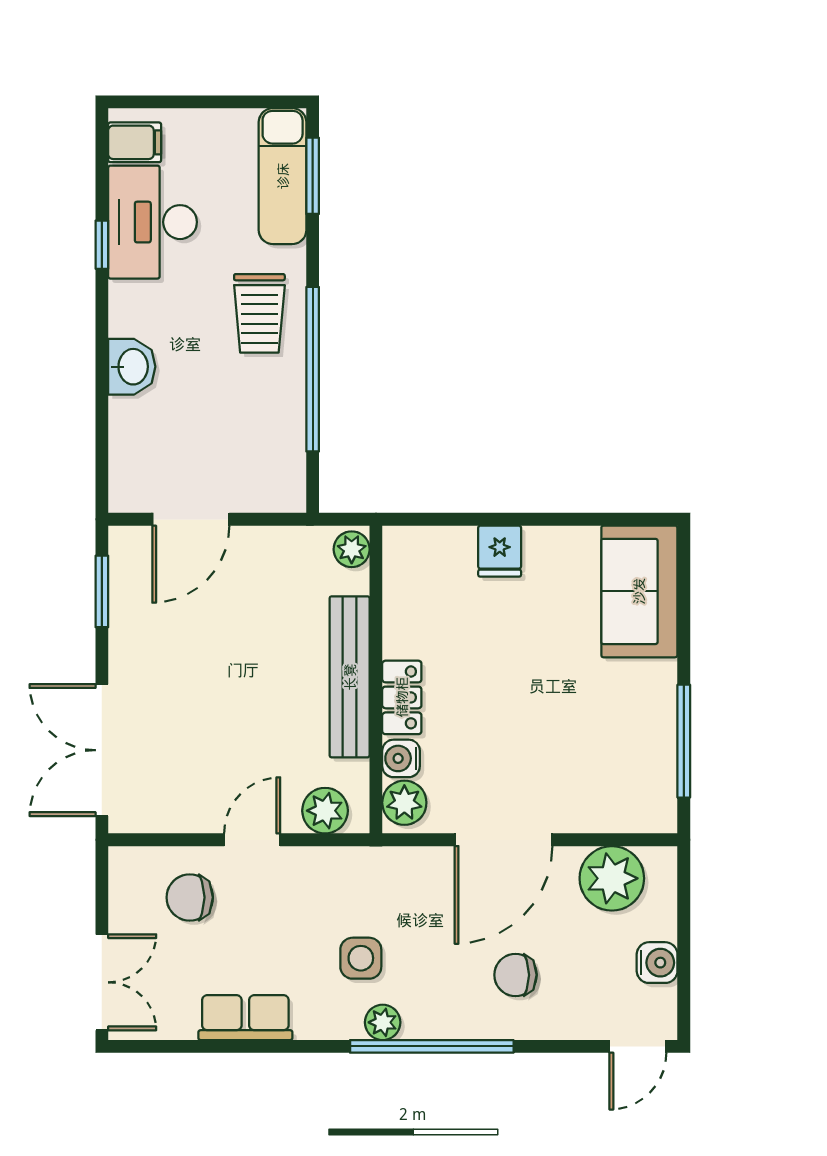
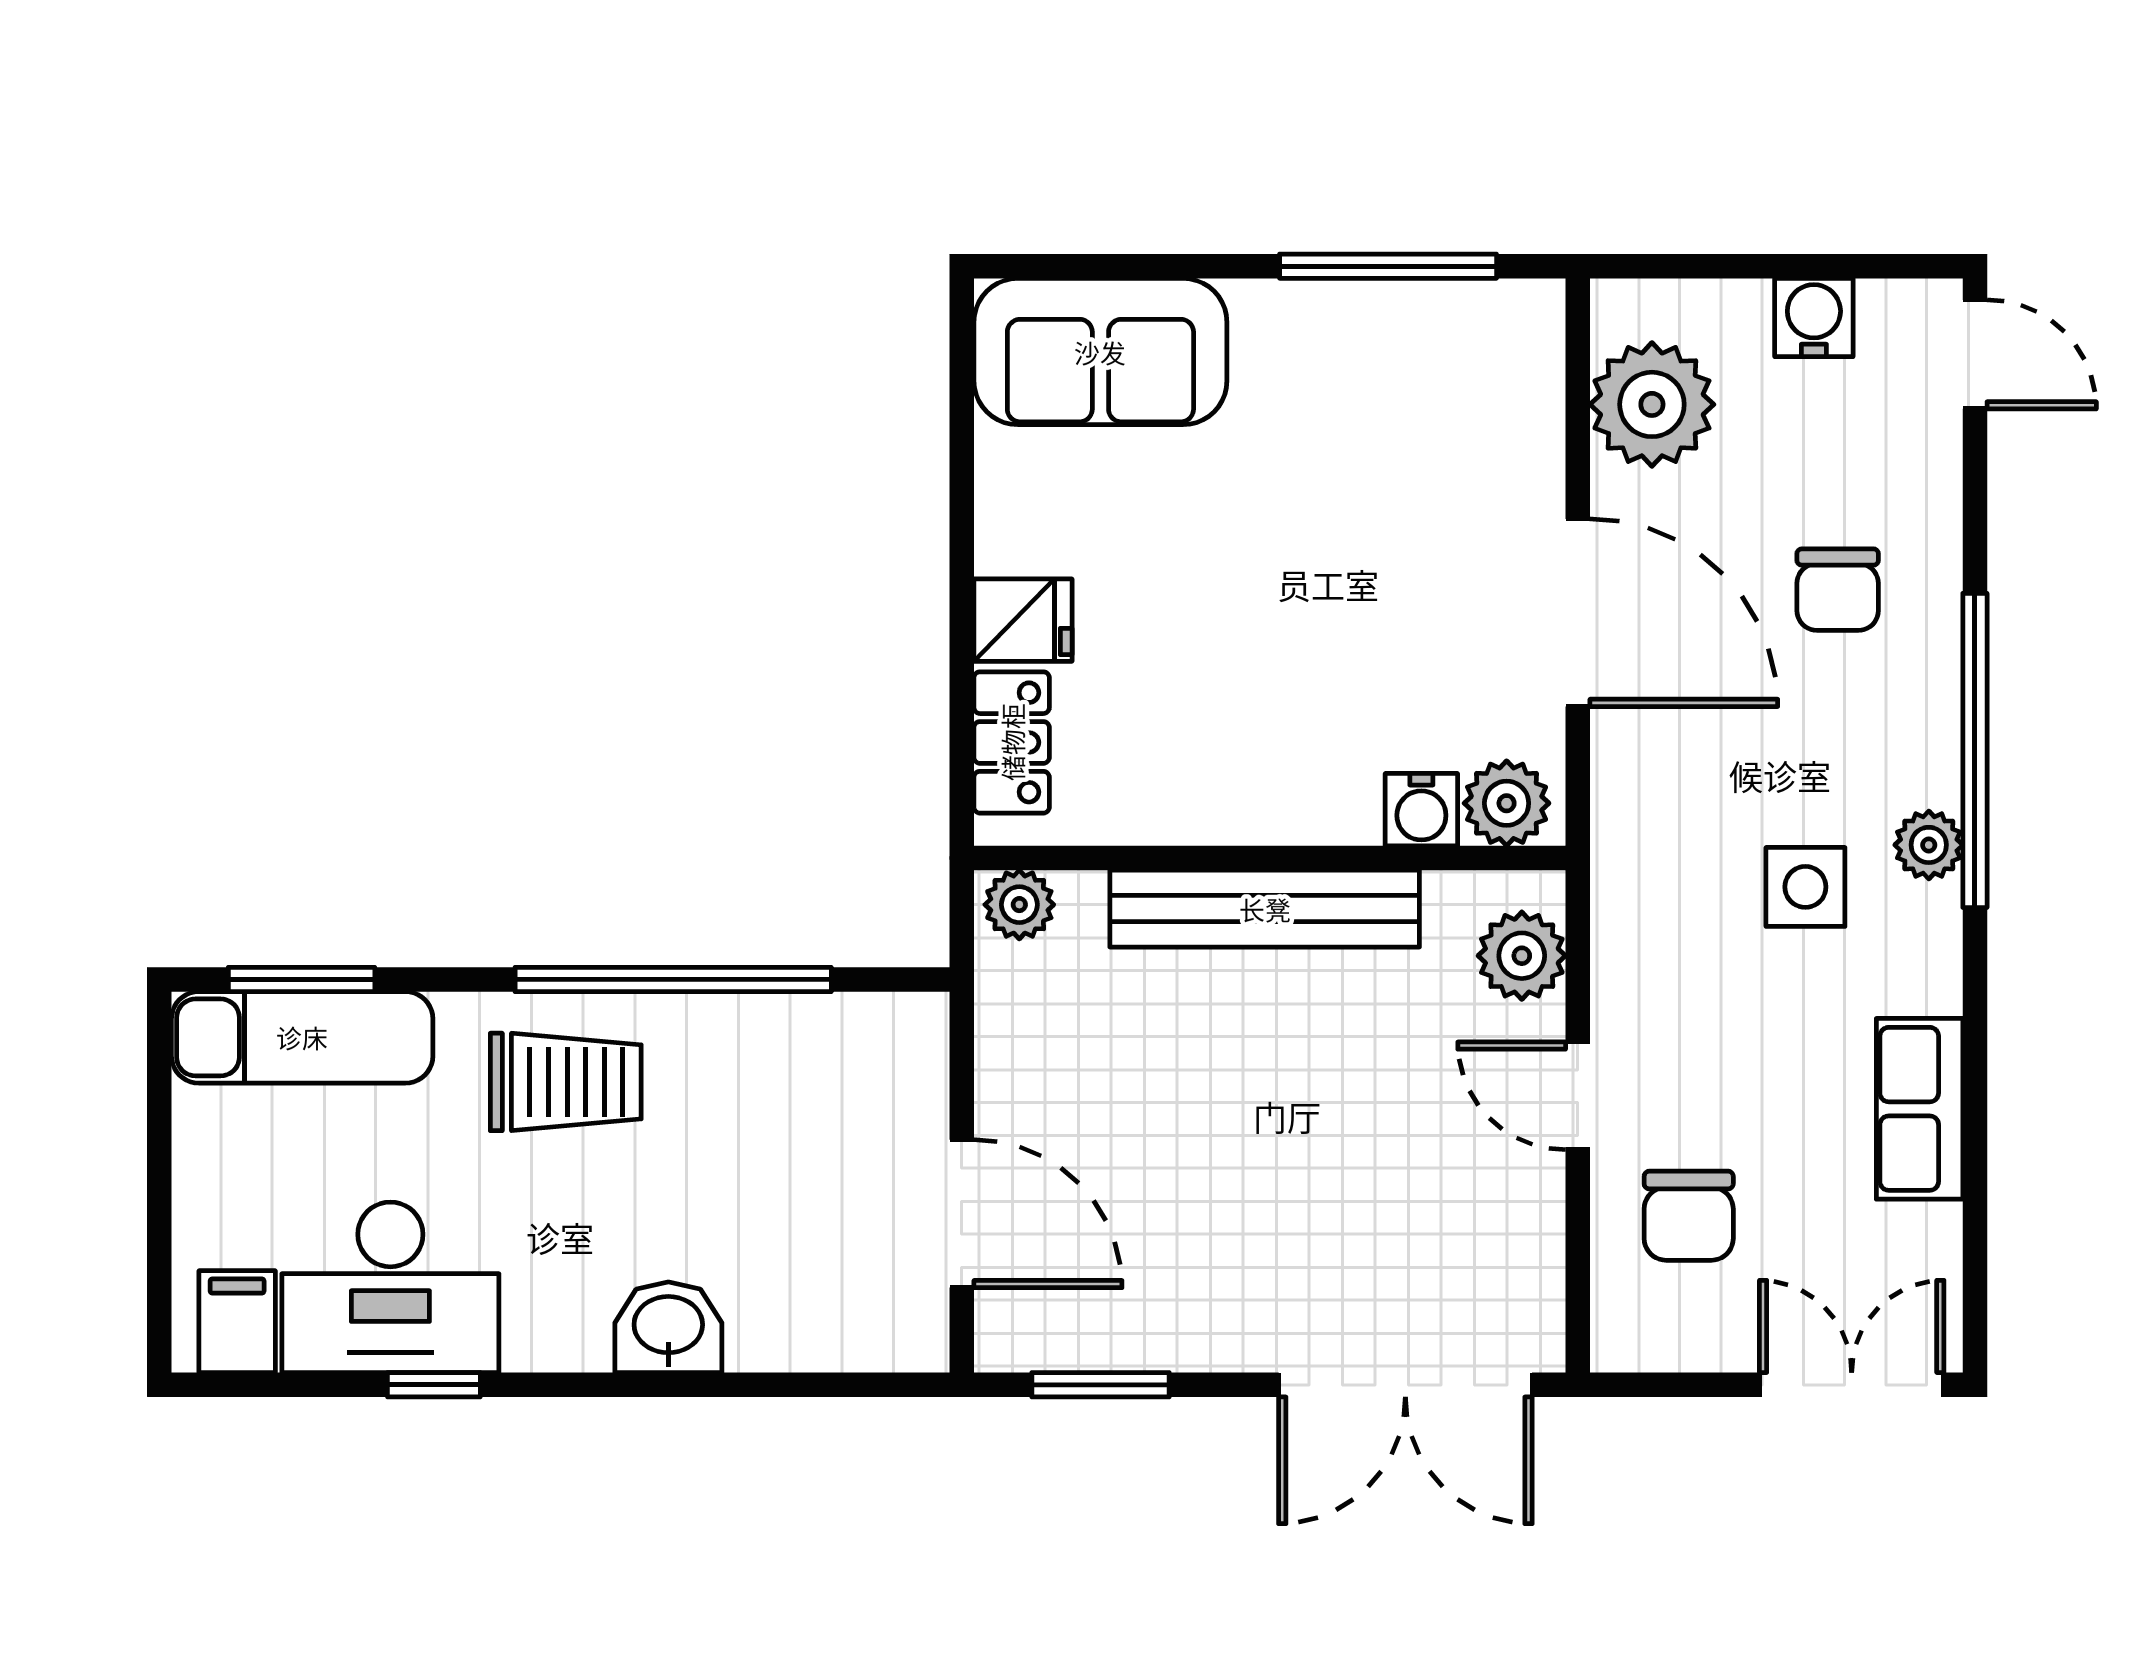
locker: (402, 697) -> (1012, 742), moved, turned 90

